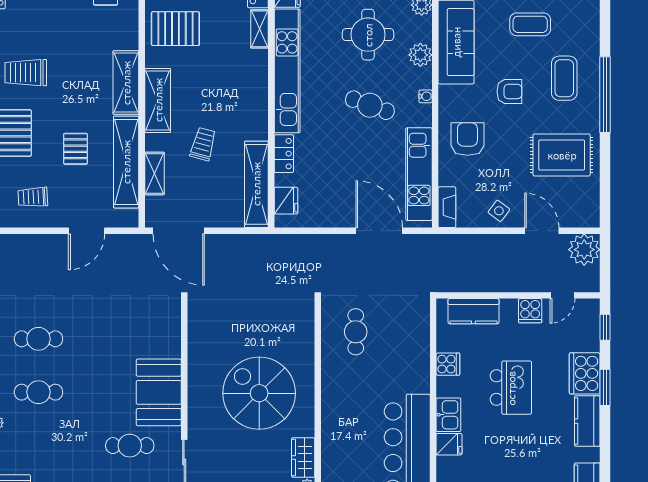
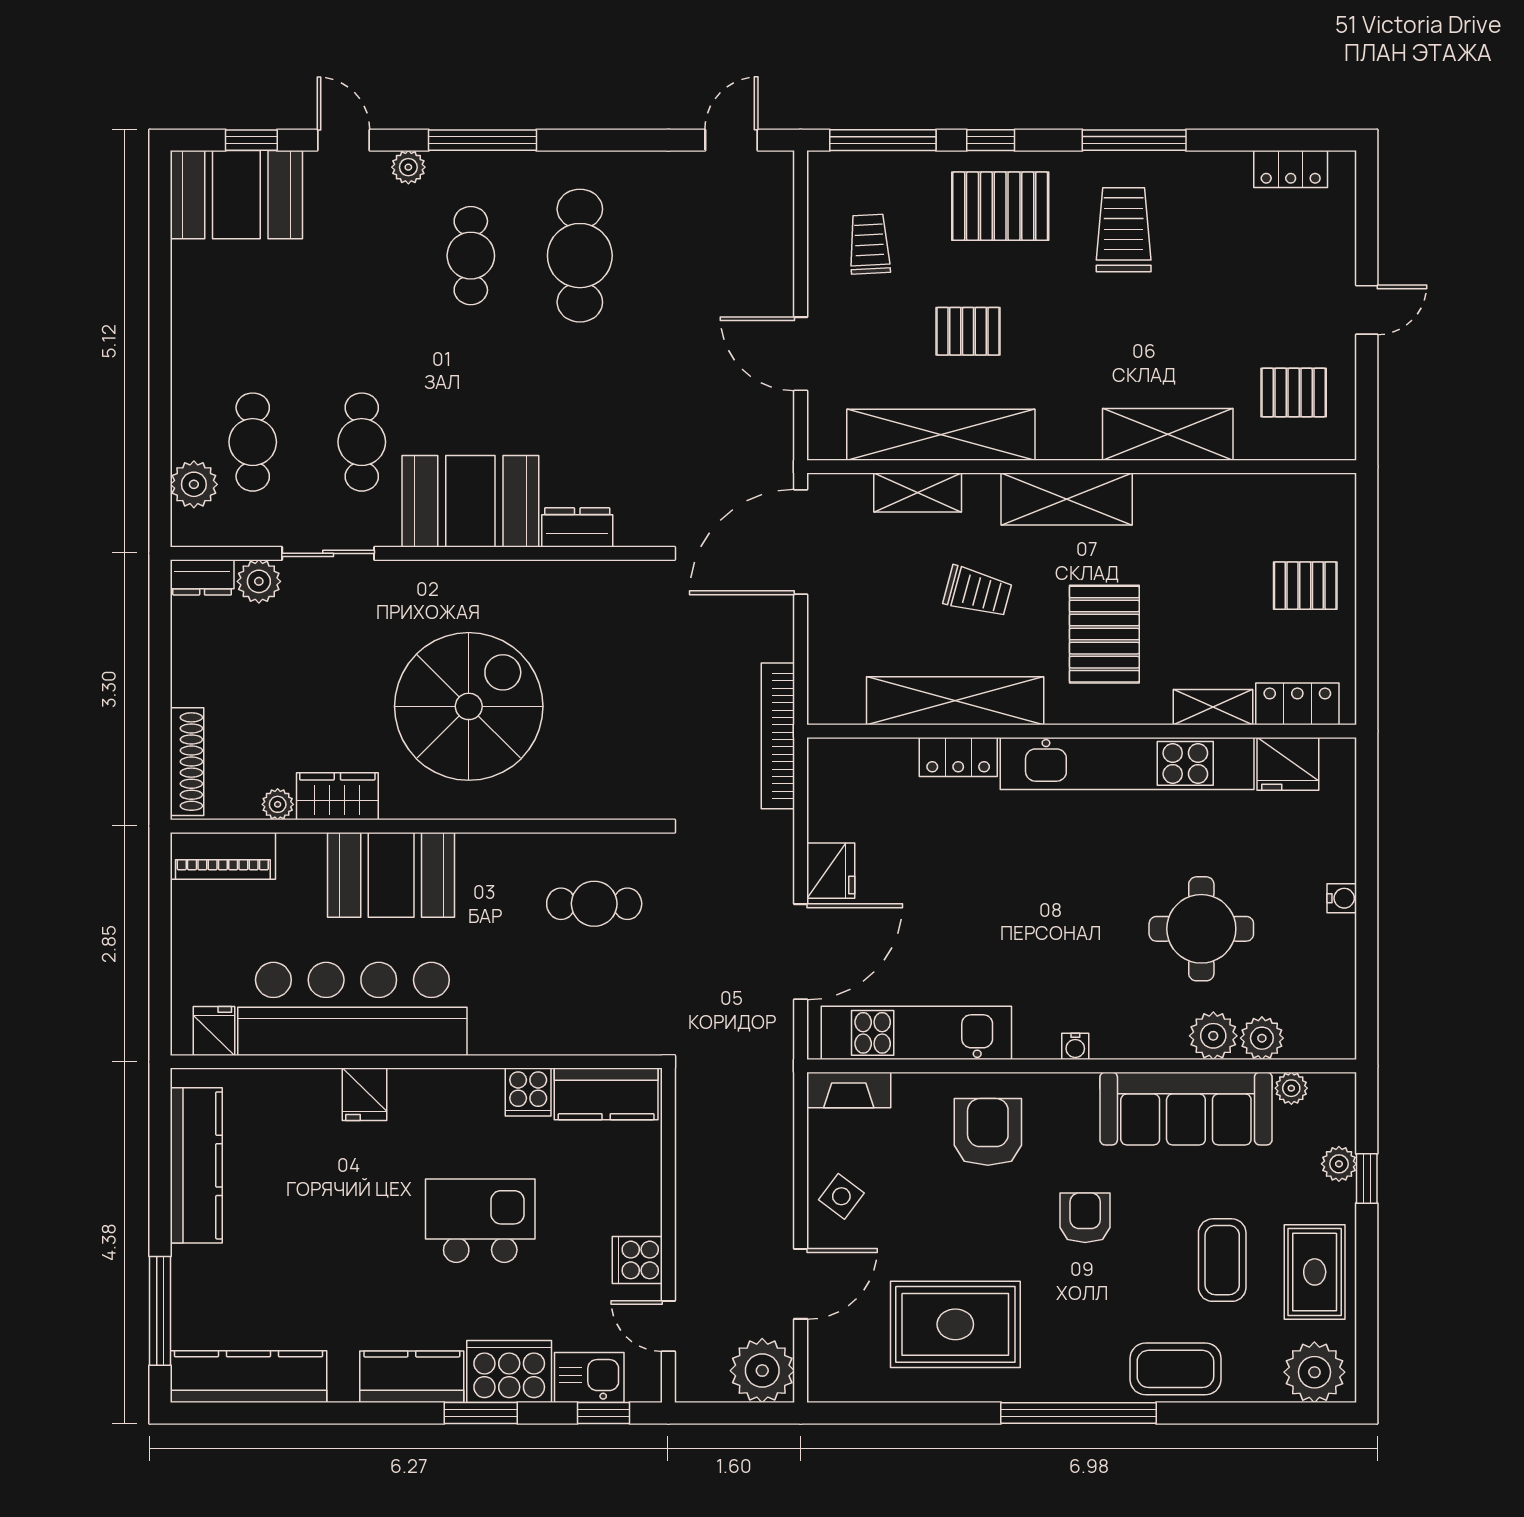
pallet: (175, 29) -> (1104, 634), moved
plant: (420, 55) -> (1213, 1036), moved
coffee table: (564, 78) -> (1175, 1369), moved
shelving: (126, 83) -> (1168, 434), moved
armchair: (509, 91) -> (1085, 1218), turned 180
cafe table: (370, 105) -> (1057, 933), removed
armchair: (467, 139) -> (988, 1132), turned -90
rug: (562, 155) -> (955, 1324), turned 90
shelving: (256, 184) -> (955, 701), moved
fridge: (286, 201) -> (831, 871), moved, turned -90
bookcase: (274, 242) -> (778, 736), added
kitchen counter: (473, 311) -> (606, 1094), moved, turned -90
cafe table: (38, 339) -> (580, 256), width x1.37, depth x1.35
dresser: (171, 340) -> (577, 527), added
kitchen island: (511, 388) -> (480, 1221), turned 180
kitchen sink: (448, 415) -> (589, 1378), moved, turned 180
booth: (342, 431) -> (391, 875), added

